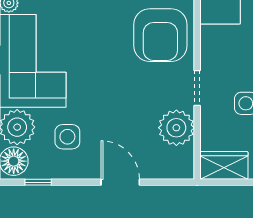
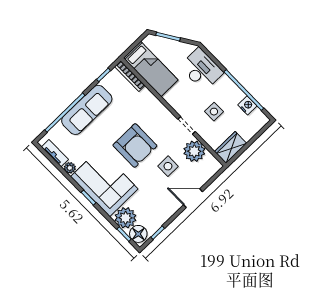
armchair: (160, 35) -> (135, 145), moved
side table: (67, 137) -> (168, 166), moved

